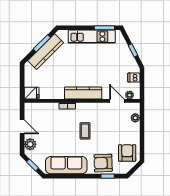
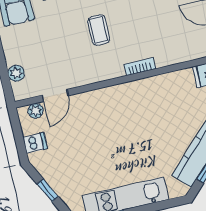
kitchen counter: (83, 93) -> (117, 95), removed
door: (117, 101) -> (55, 95), hinge flipped

